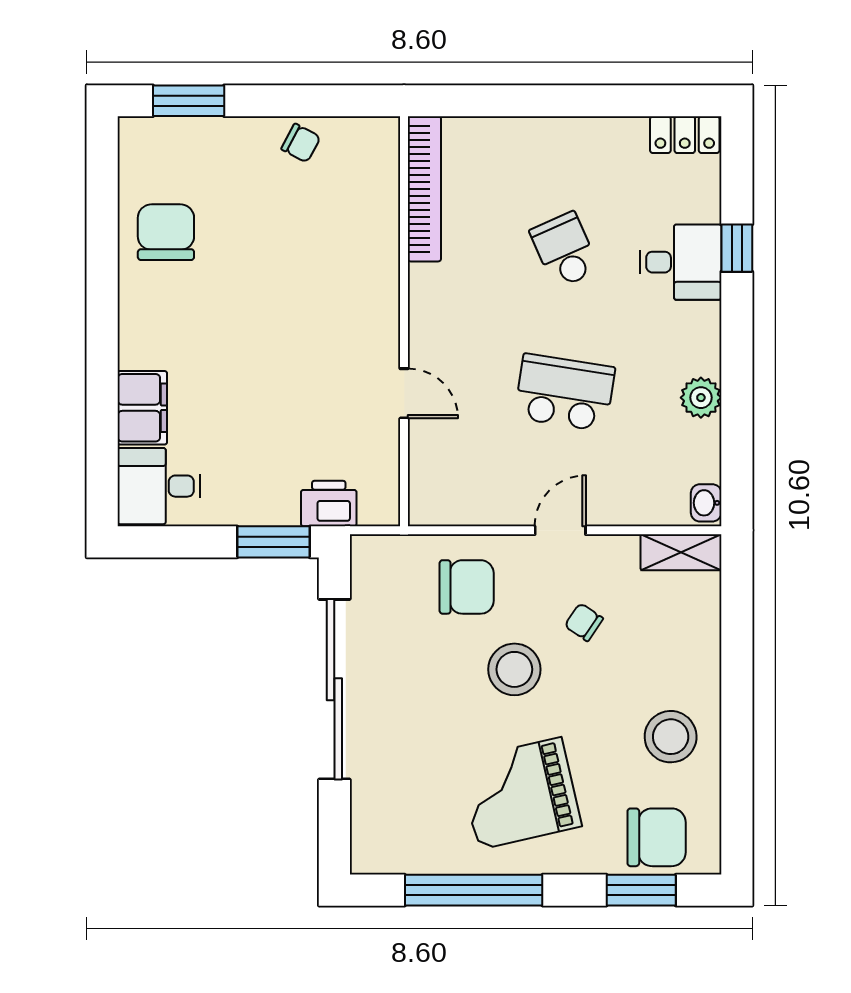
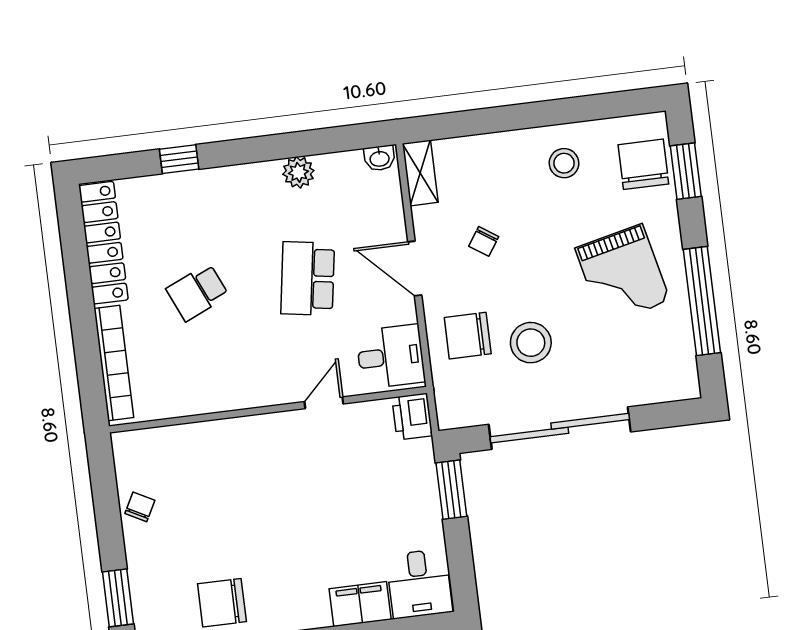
locker: (685, 135) -> (103, 243), width x2.16, depth x1.21
bookcase: (424, 189) -> (114, 363), moved, turned 90
desk: (681, 262) -> (391, 357), moved, turned 90
printer: (329, 504) -> (412, 417), moved
door: (560, 530) -> (415, 269), width x1.37
chair: (467, 587) -> (468, 336), turned -90
stool: (514, 669) -> (531, 343), moved
stool: (671, 737) -> (564, 163), width x0.73, depth x0.73

